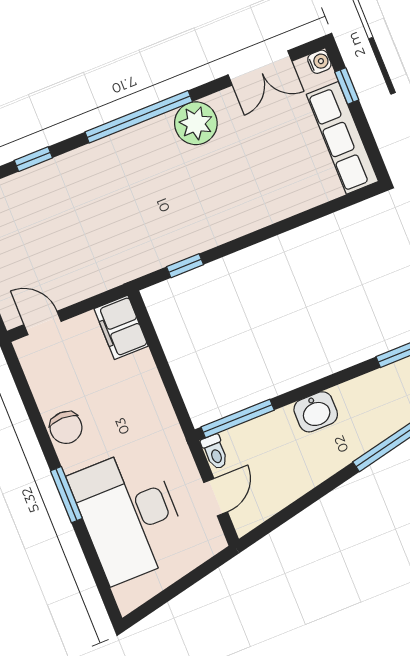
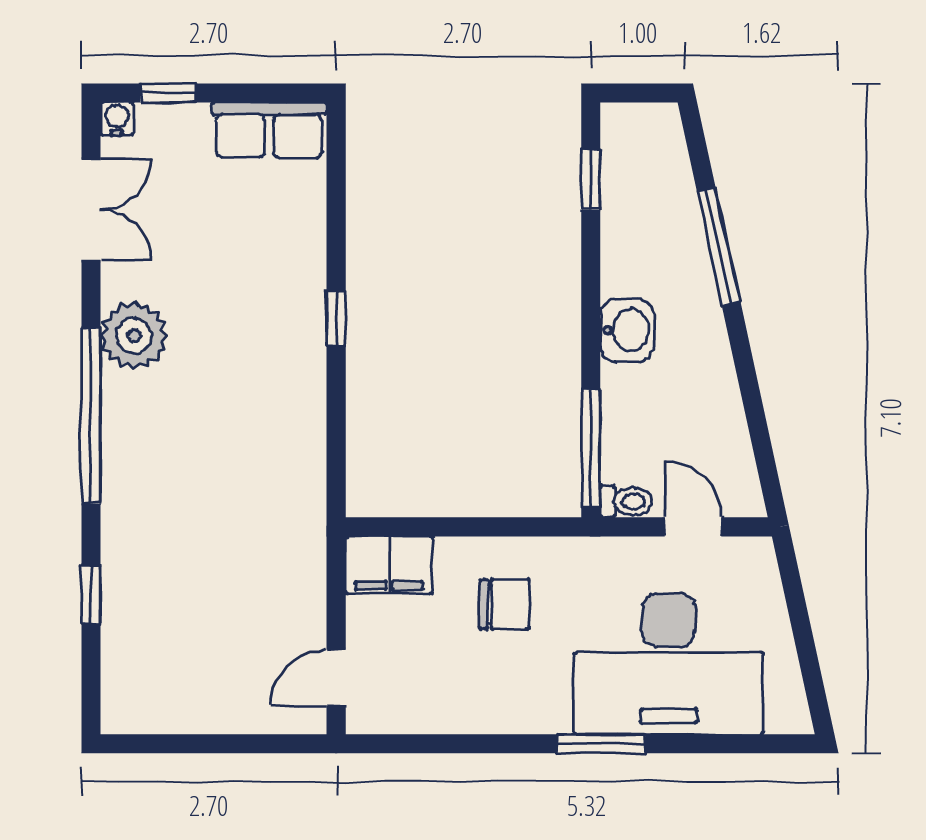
row of seats: (342, 138) -> (269, 130), width x0.68
window: (185, 266) -> (336, 318), moved
chair: (66, 428) -> (504, 604), moved

